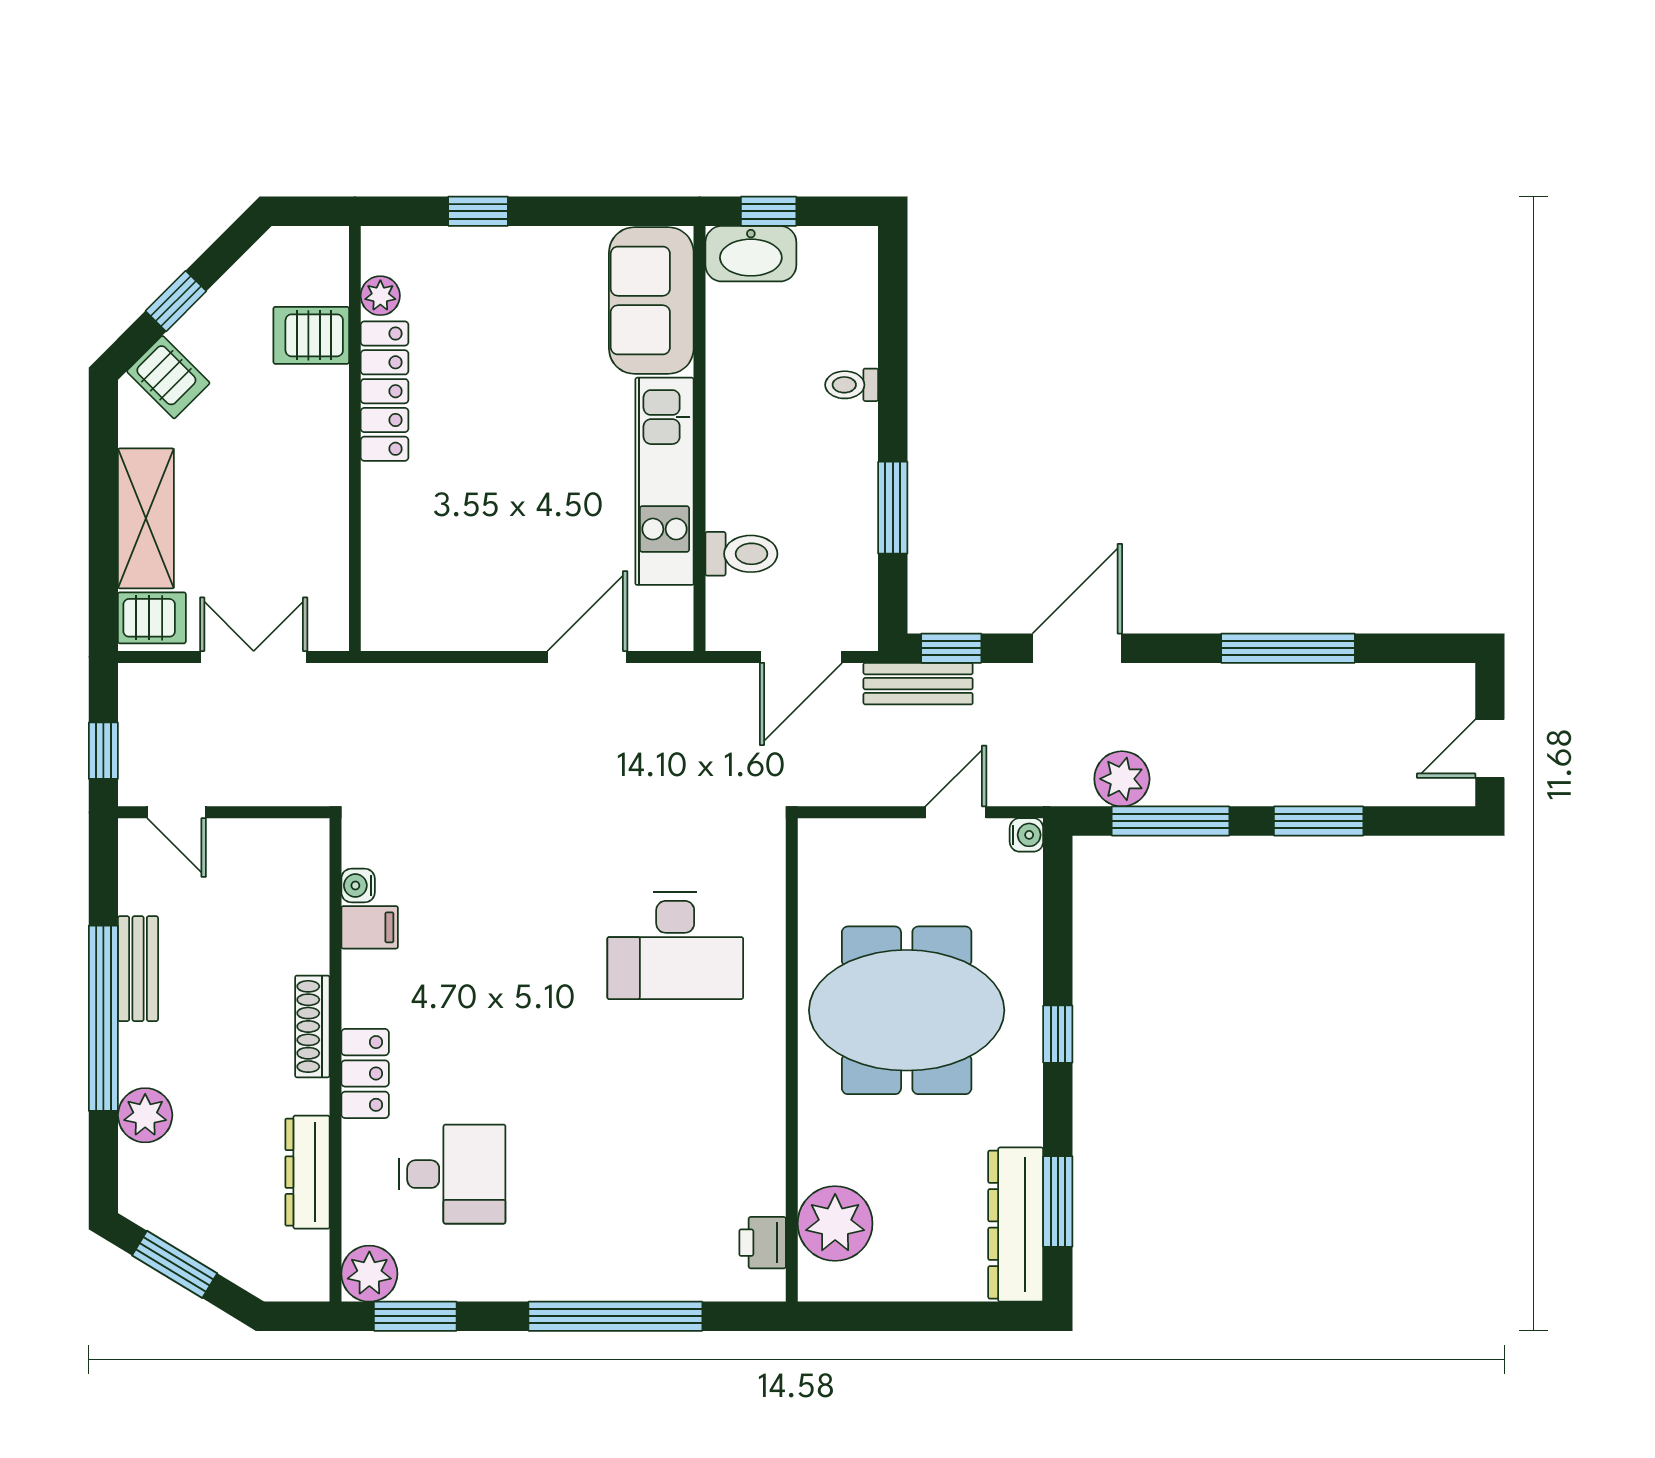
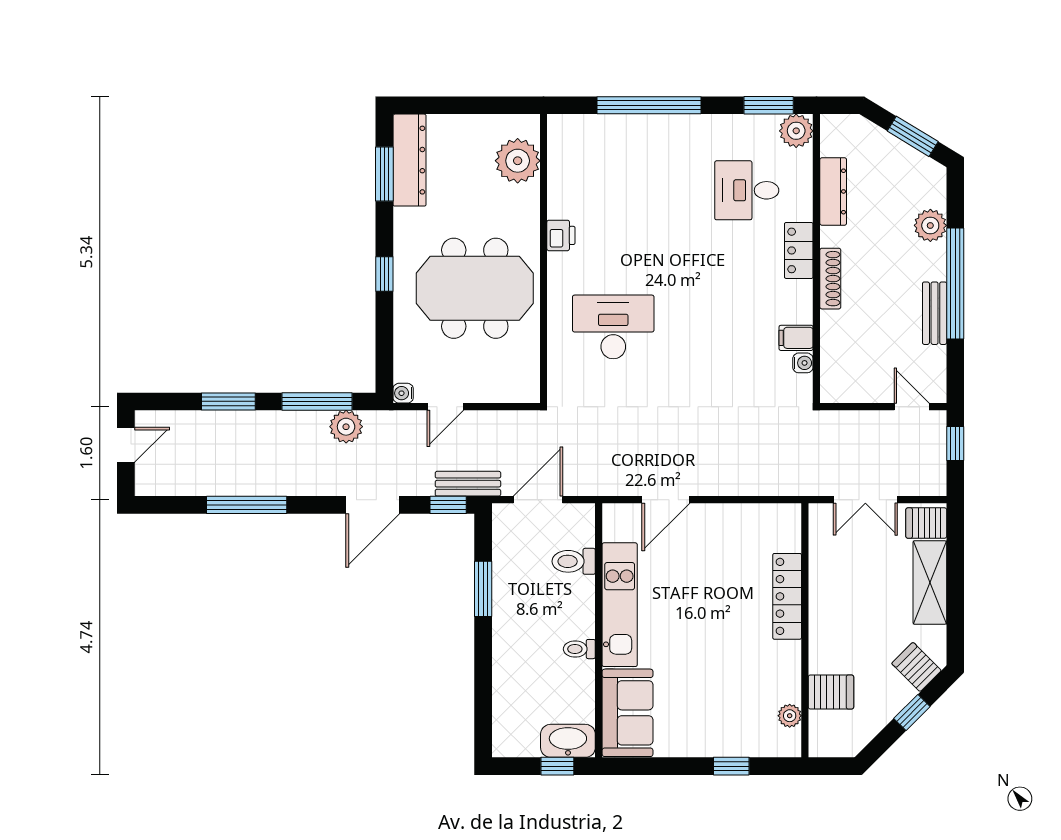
toilet: (852, 385) -> (579, 649), moved, turned 180
locker: (385, 391) -> (787, 596), moved
printer: (763, 1243) -> (561, 235), moved

